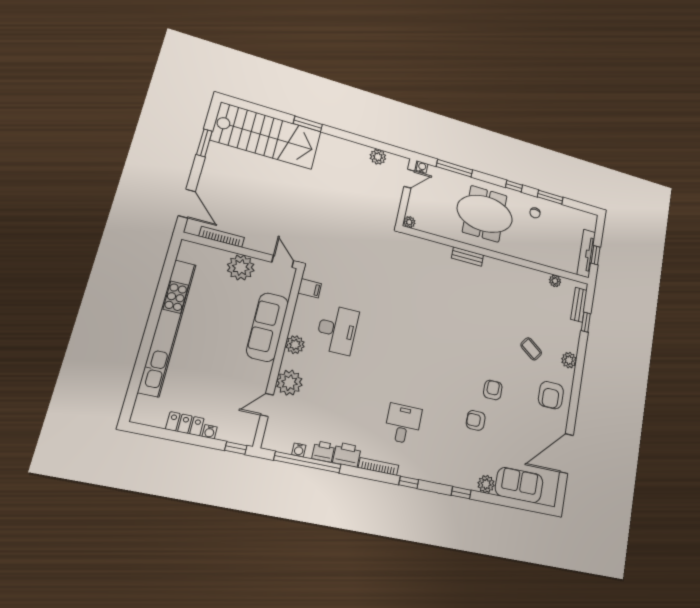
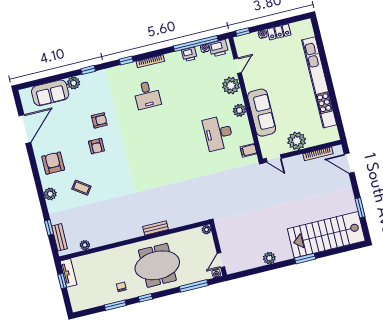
plant: (378, 157) -> (269, 258), moved
tv unit: (586, 253) -> (68, 273), width x0.71
printer: (347, 455) -> (219, 48), moved

